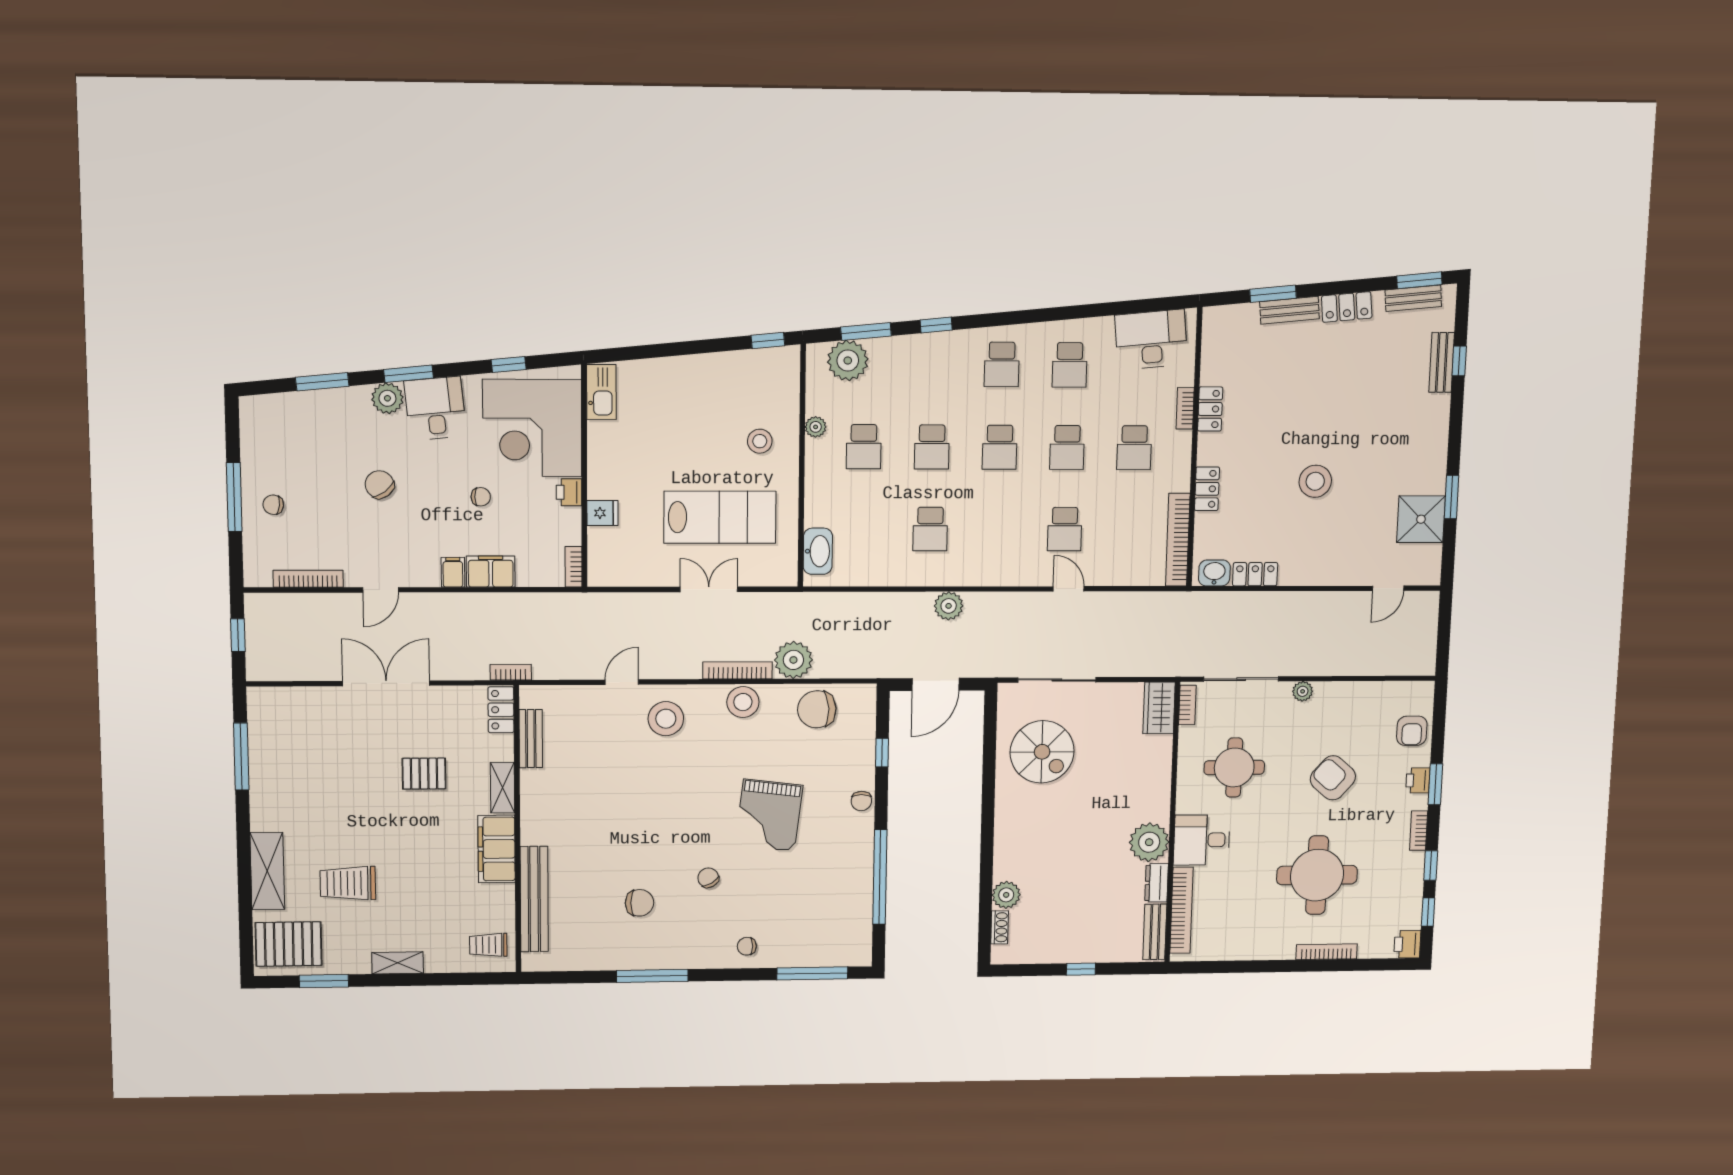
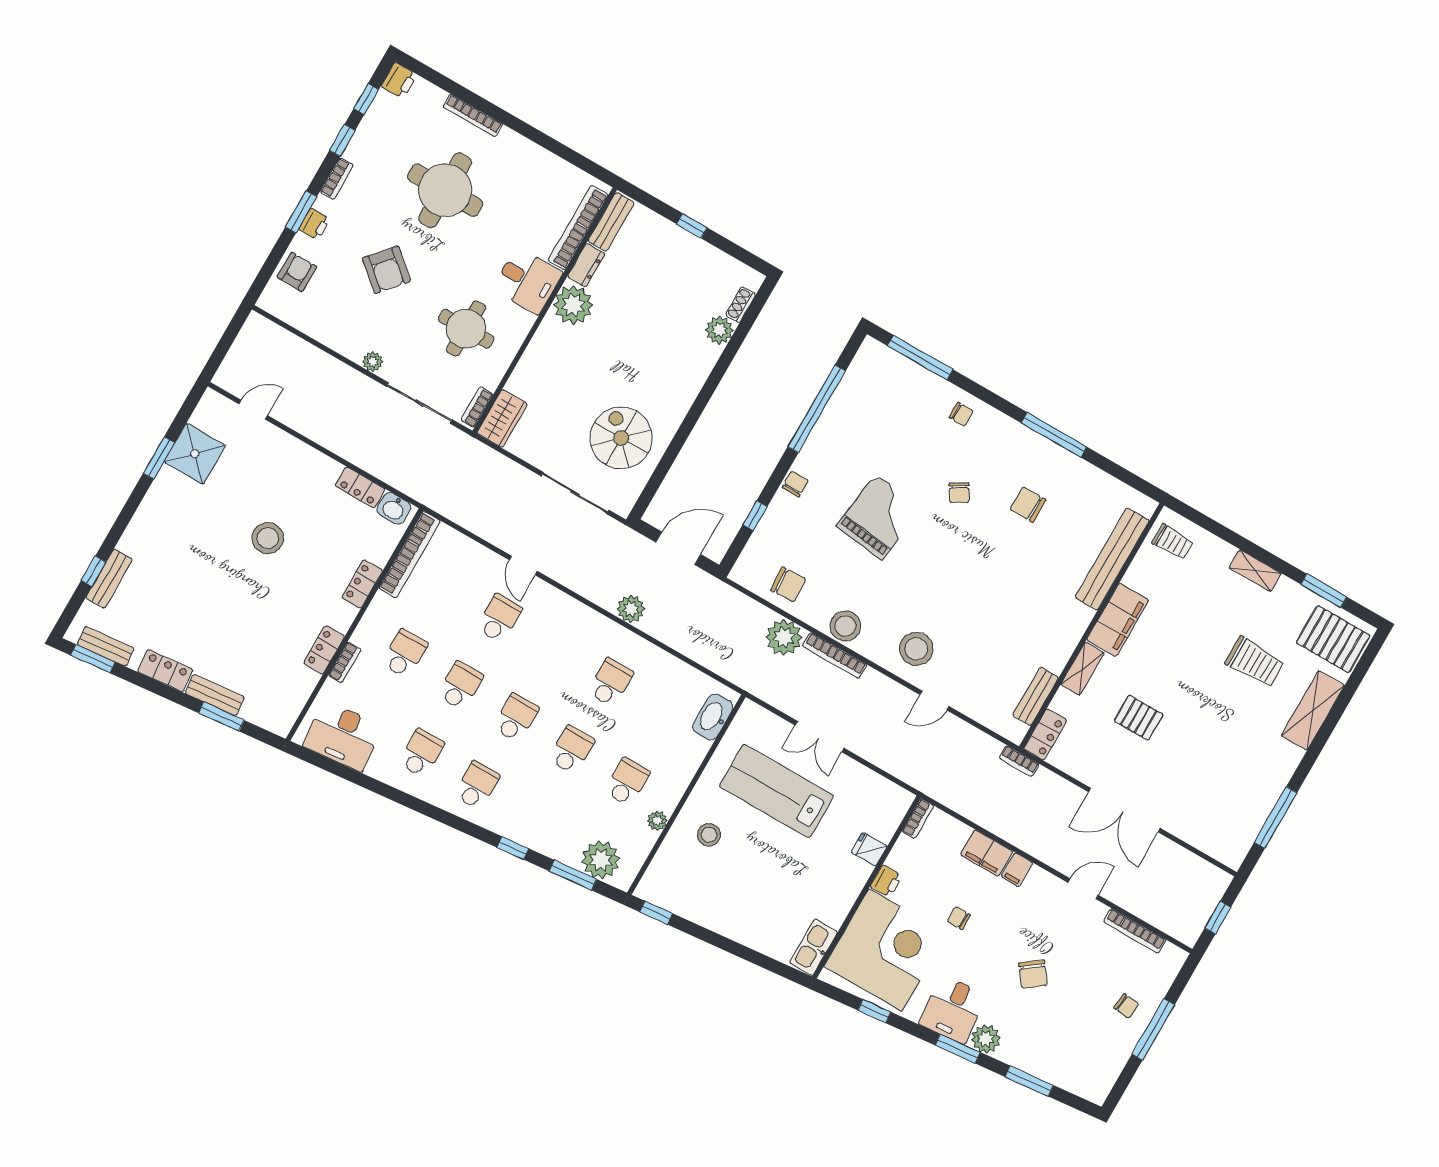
chair: (817, 709) -> (788, 584), width x0.73, depth x0.73

